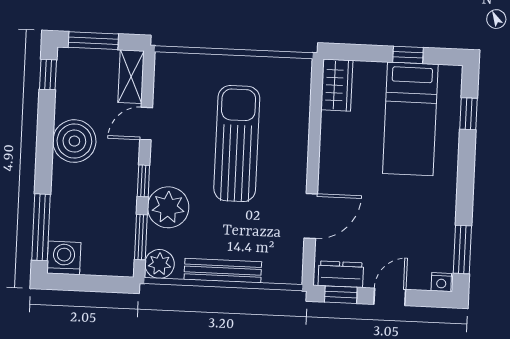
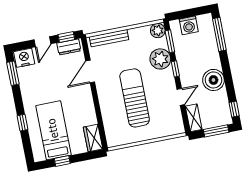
window: (468, 114) -> (23, 123), moved
sun lounger: (237, 144) -> (135, 98), turned 180
washing machine: (64, 258) -> (189, 25), moved
bench: (223, 271) -> (109, 38), moved
nightstand: (441, 282) -> (24, 58), width x1.89, depth x1.79

